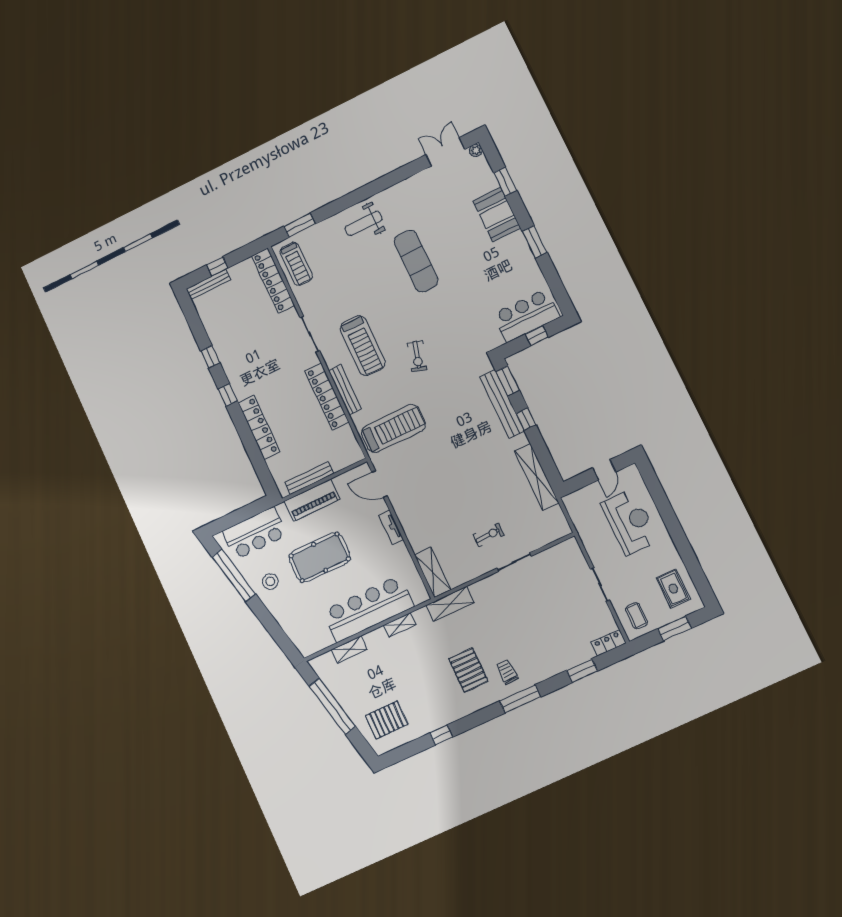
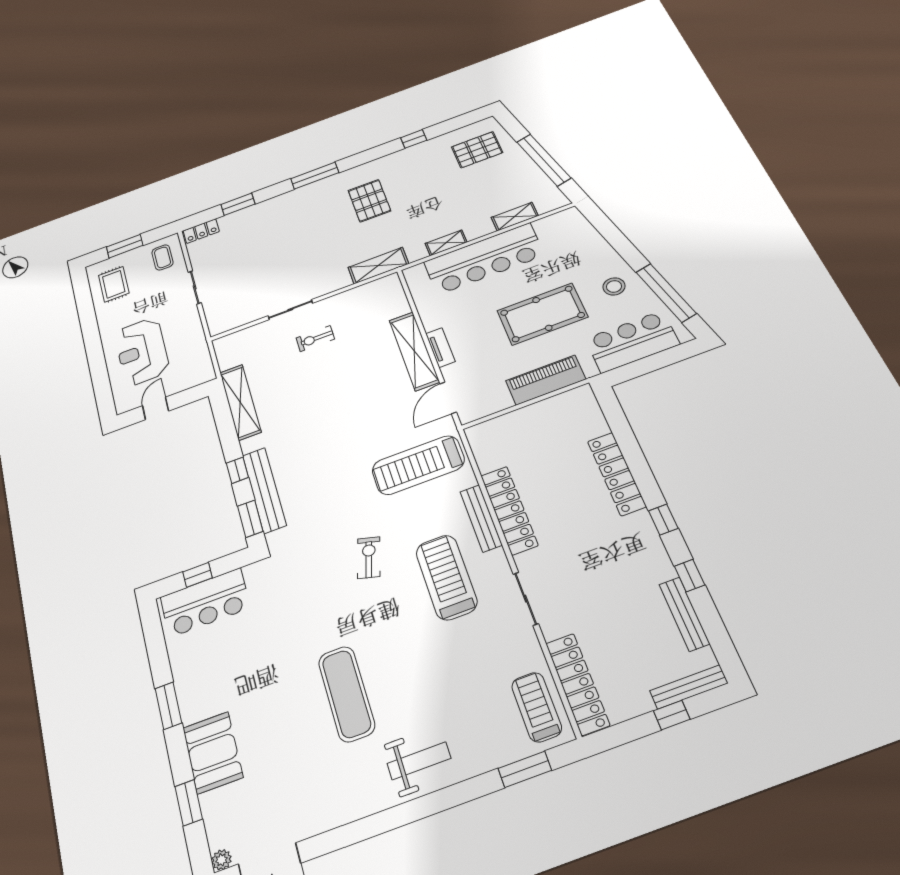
bench: (309, 478) -> (684, 614), moved, turned 90
door: (380, 484) -> (448, 398), swing flipped
shelving: (433, 572) -> (414, 351), moved, width x1.47
trolley: (507, 672) -> (324, 200), removed

